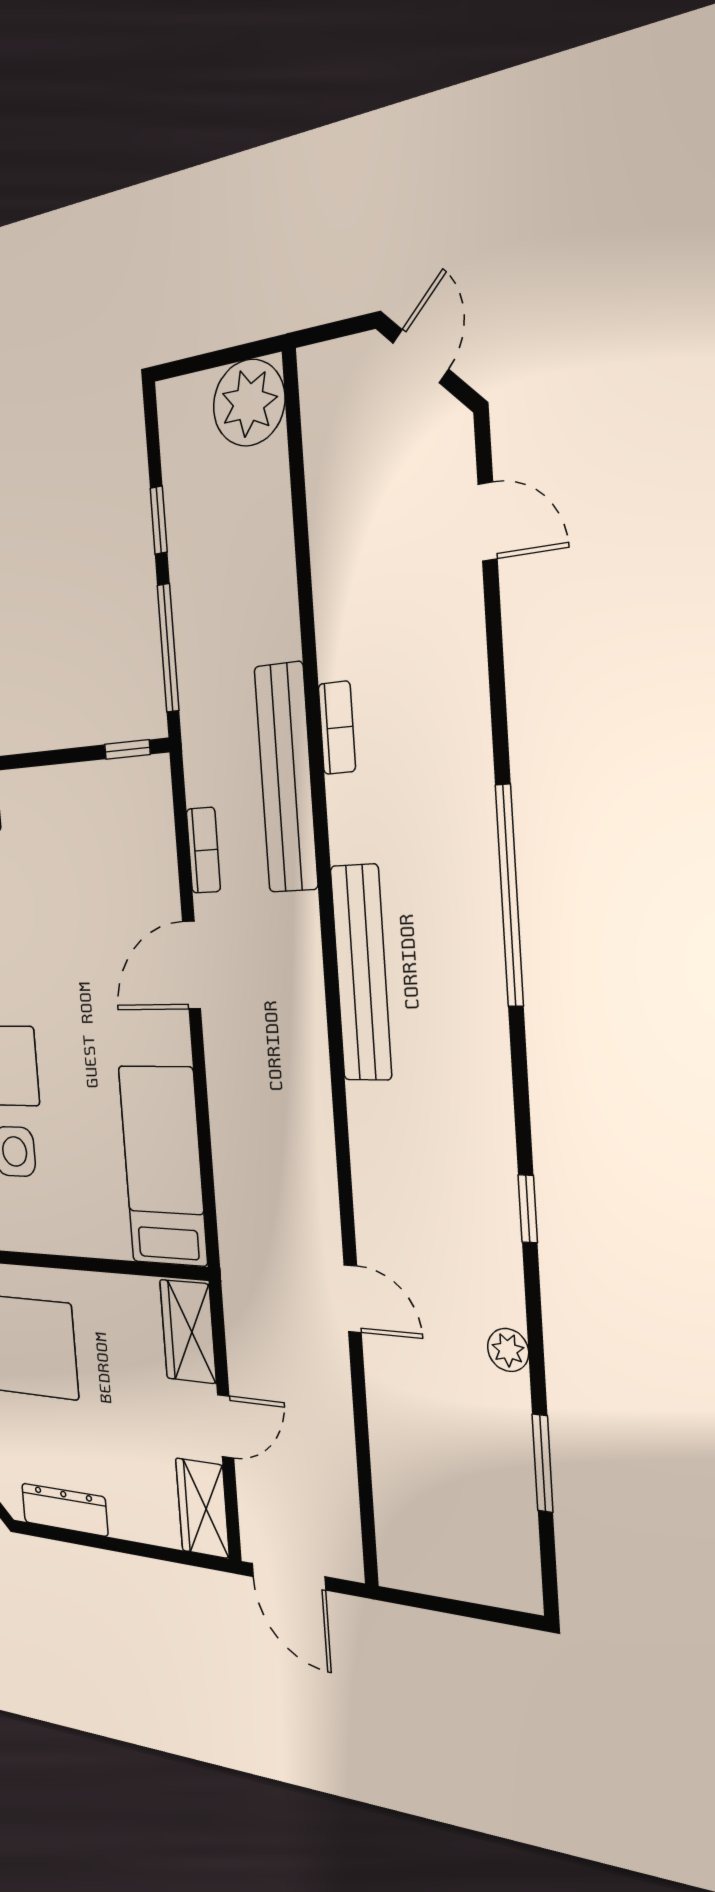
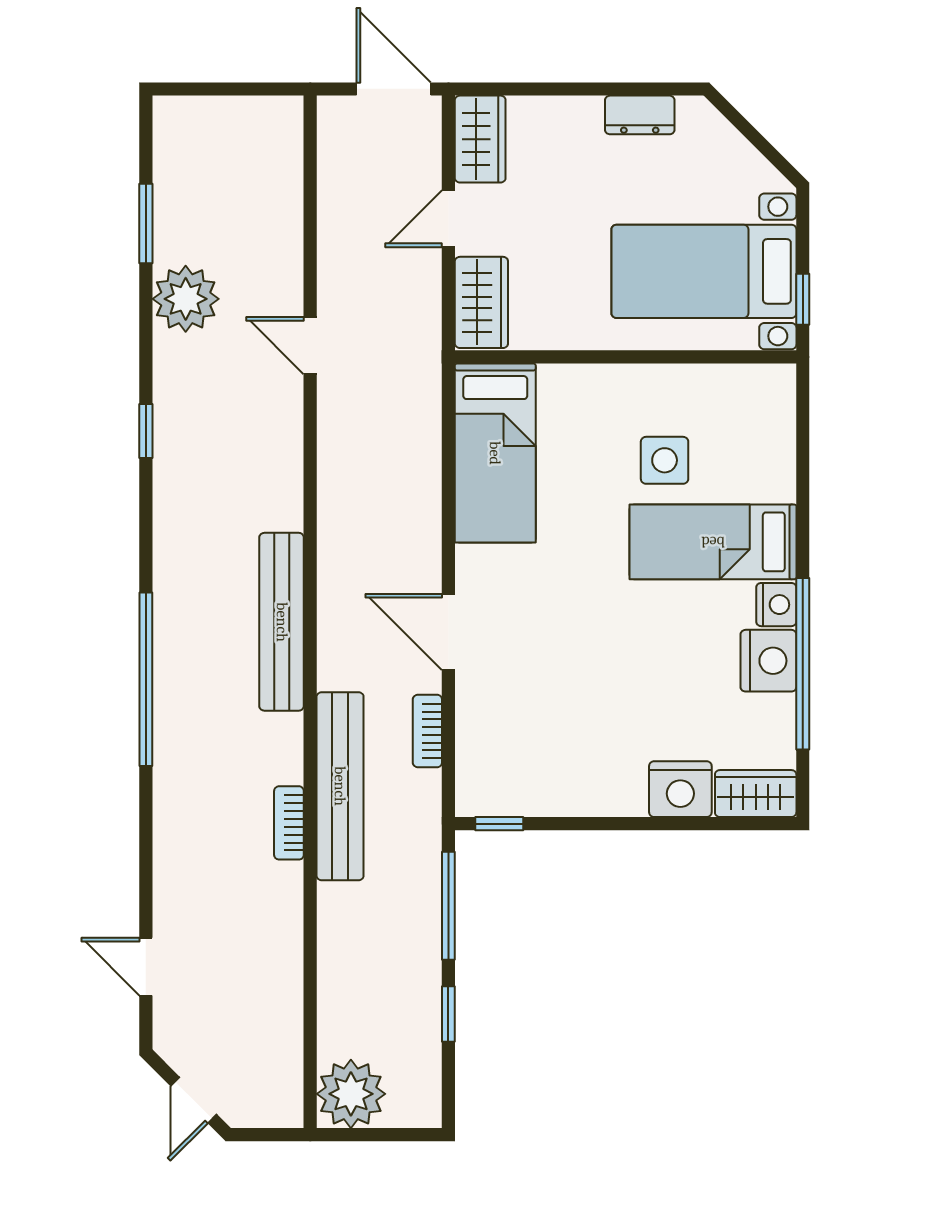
door: (192, 965) -> (448, 632), swing flipped
plant: (508, 1350) -> (186, 299), width x1.88, depth x1.88
dresser: (65, 1510) -> (640, 115), width x0.70

